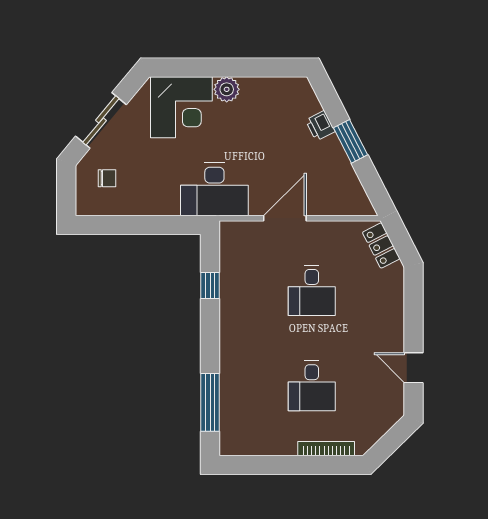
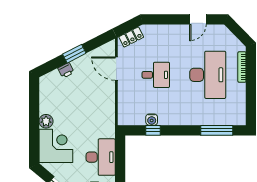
desk: (214, 189) -> (101, 157), moved
door: (285, 218) -> (116, 69), moved
water cooler: (230, 283) -> (152, 120), added
desk: (312, 386) -> (208, 75), width x1.87, depth x1.30

